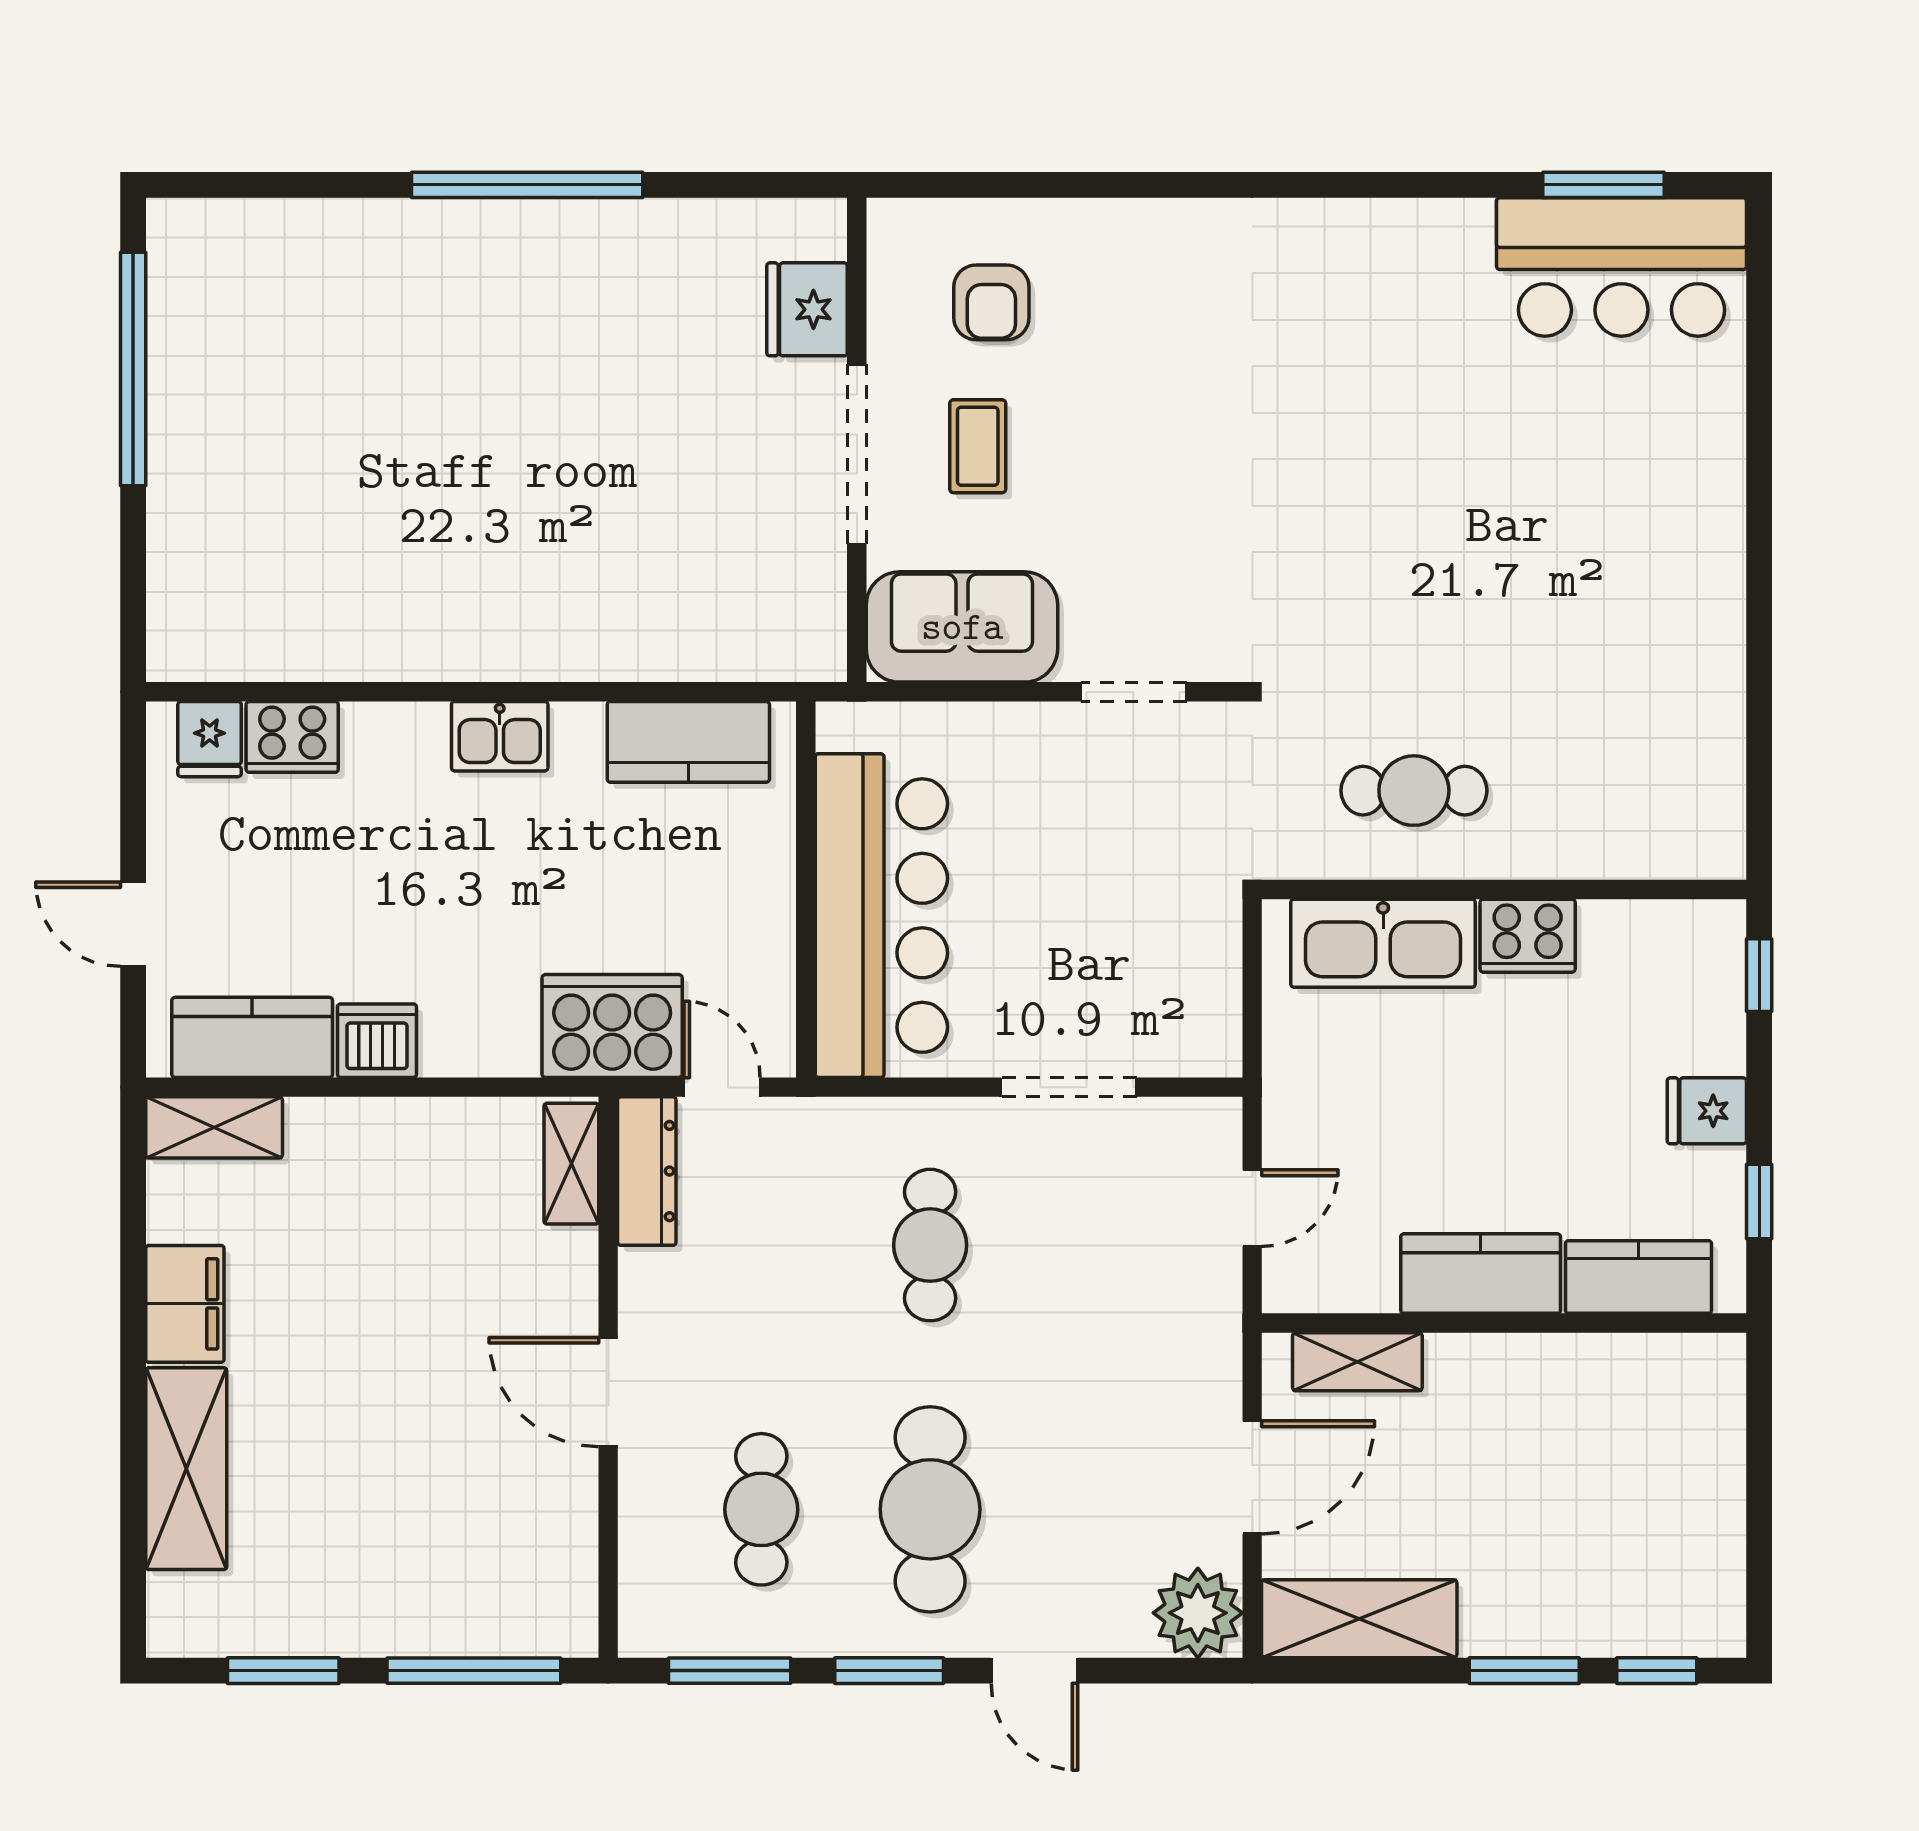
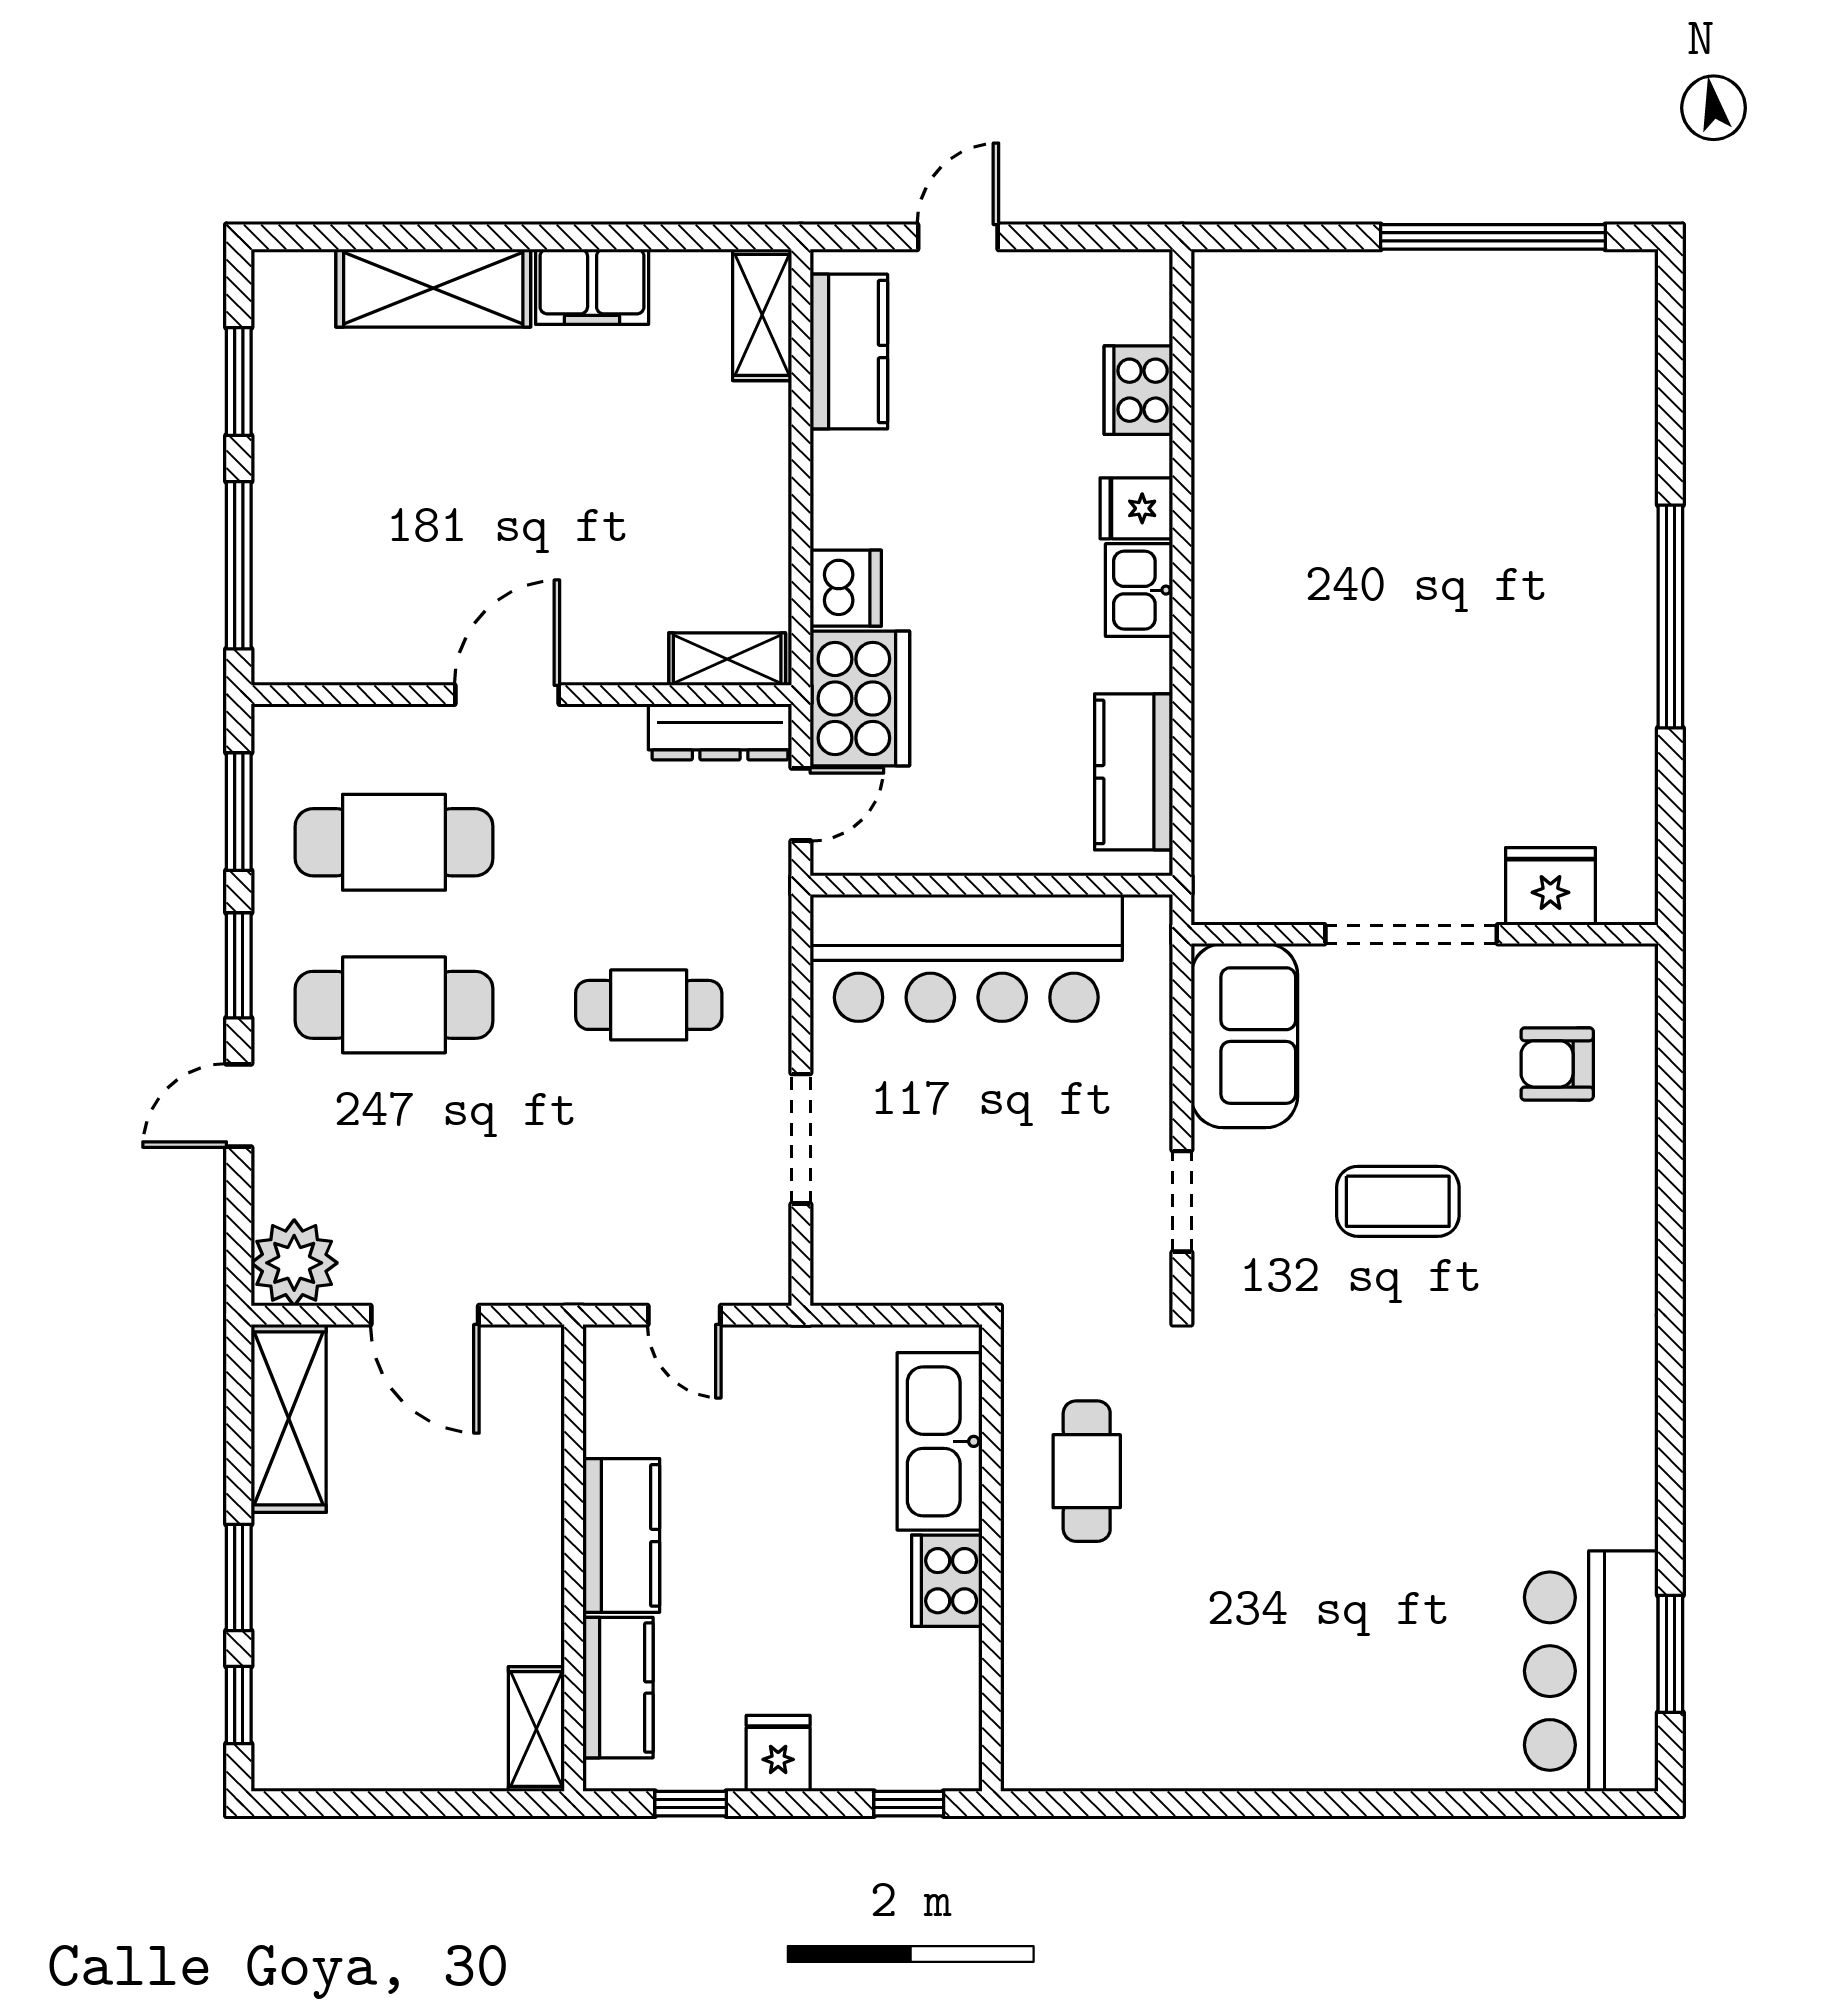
coffee table: (978, 446) -> (1398, 1201), moved, width x1.36, depth x1.30
fridge: (210, 739) -> (1136, 508), moved
dishwasher: (377, 1041) -> (846, 588), moved
shelving: (1357, 1362) -> (536, 1729), moved
cafe table: (761, 1509) -> (394, 842), width x1.37, depth x1.35

